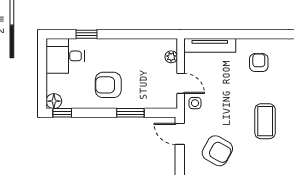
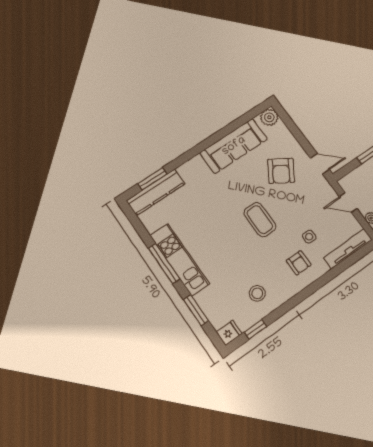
side table: (195, 103) -> (309, 237), moved
armchair: (217, 151) -> (281, 171), turned -87

